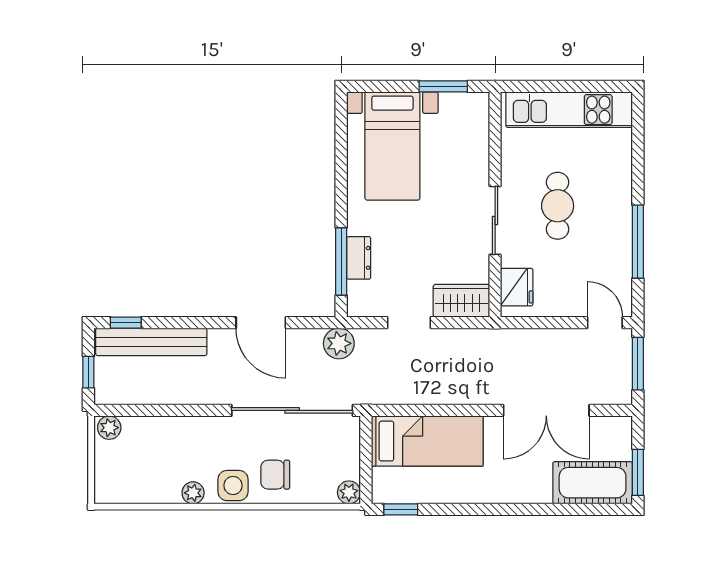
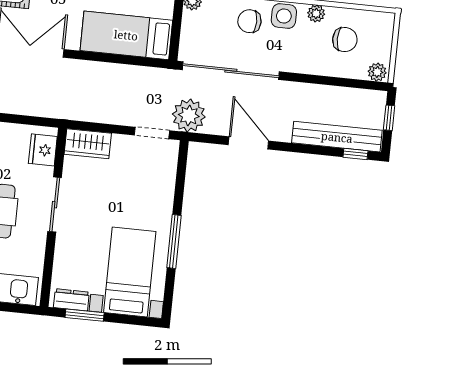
dresser: (359, 258) -> (71, 300), moved, turned 90
window: (341, 261) -> (174, 241), moved
doorway: (409, 323) -> (152, 133), moved
plant: (339, 343) -> (189, 115), width x1.36, depth x1.36
chair: (154, 464) -> (345, 40), added
chair: (275, 475) -> (249, 21), turned 180

